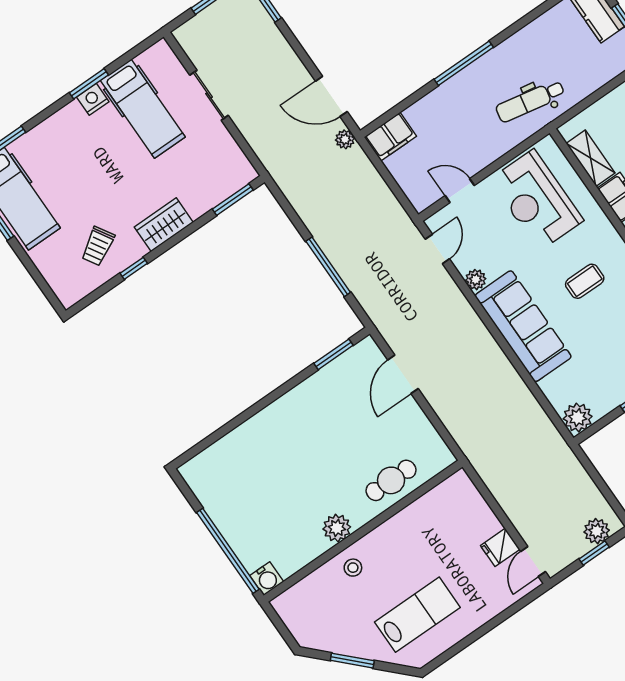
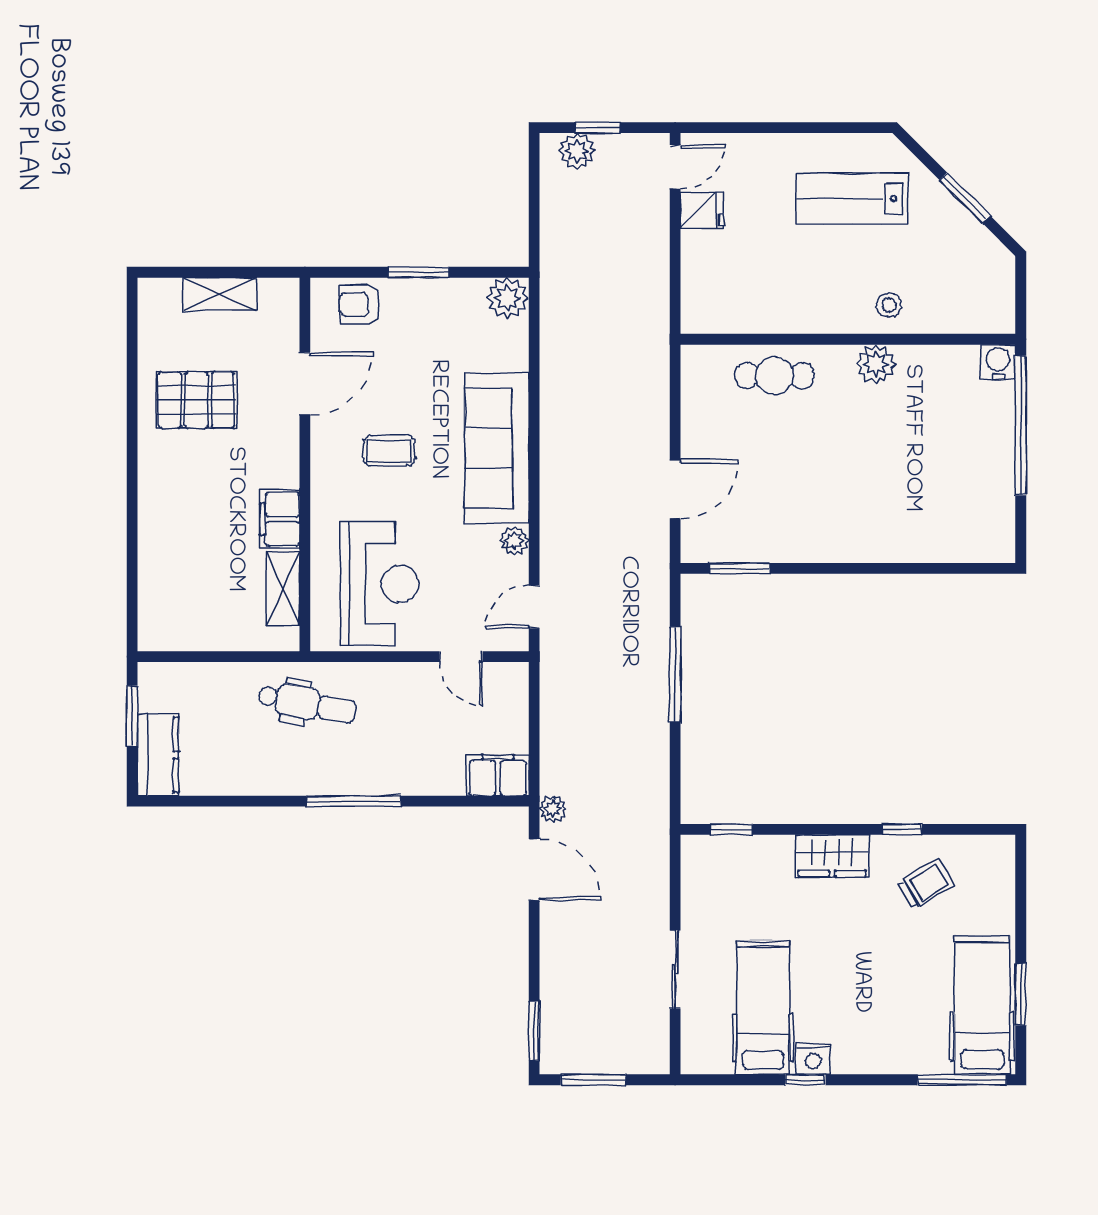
window: (89, 84) -> (805, 1080), width x0.67
window: (233, 200) -> (732, 829), width x0.67

